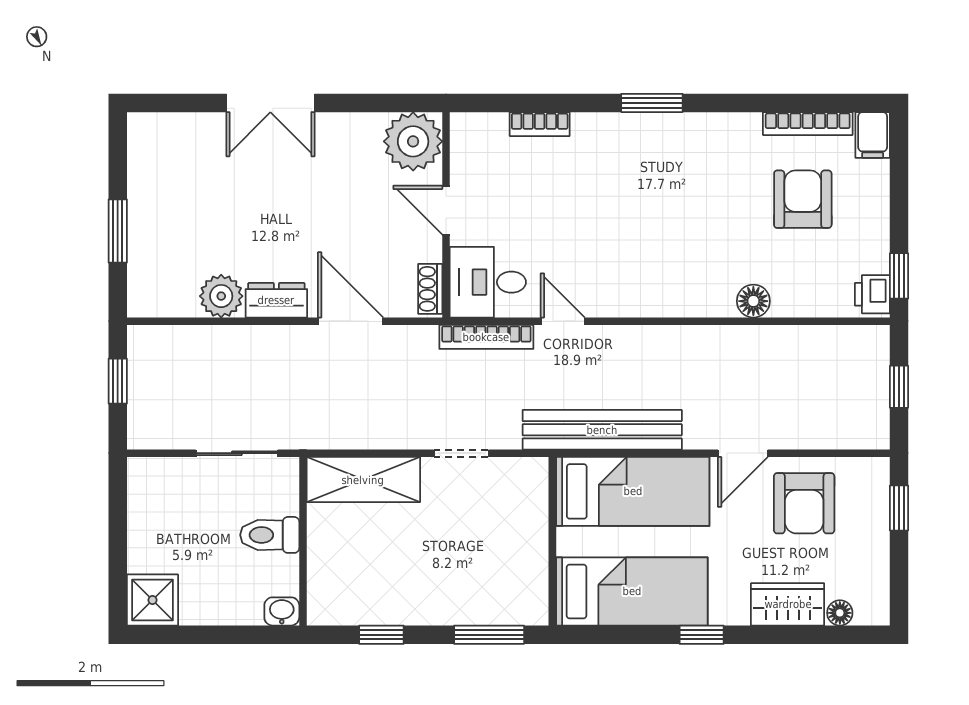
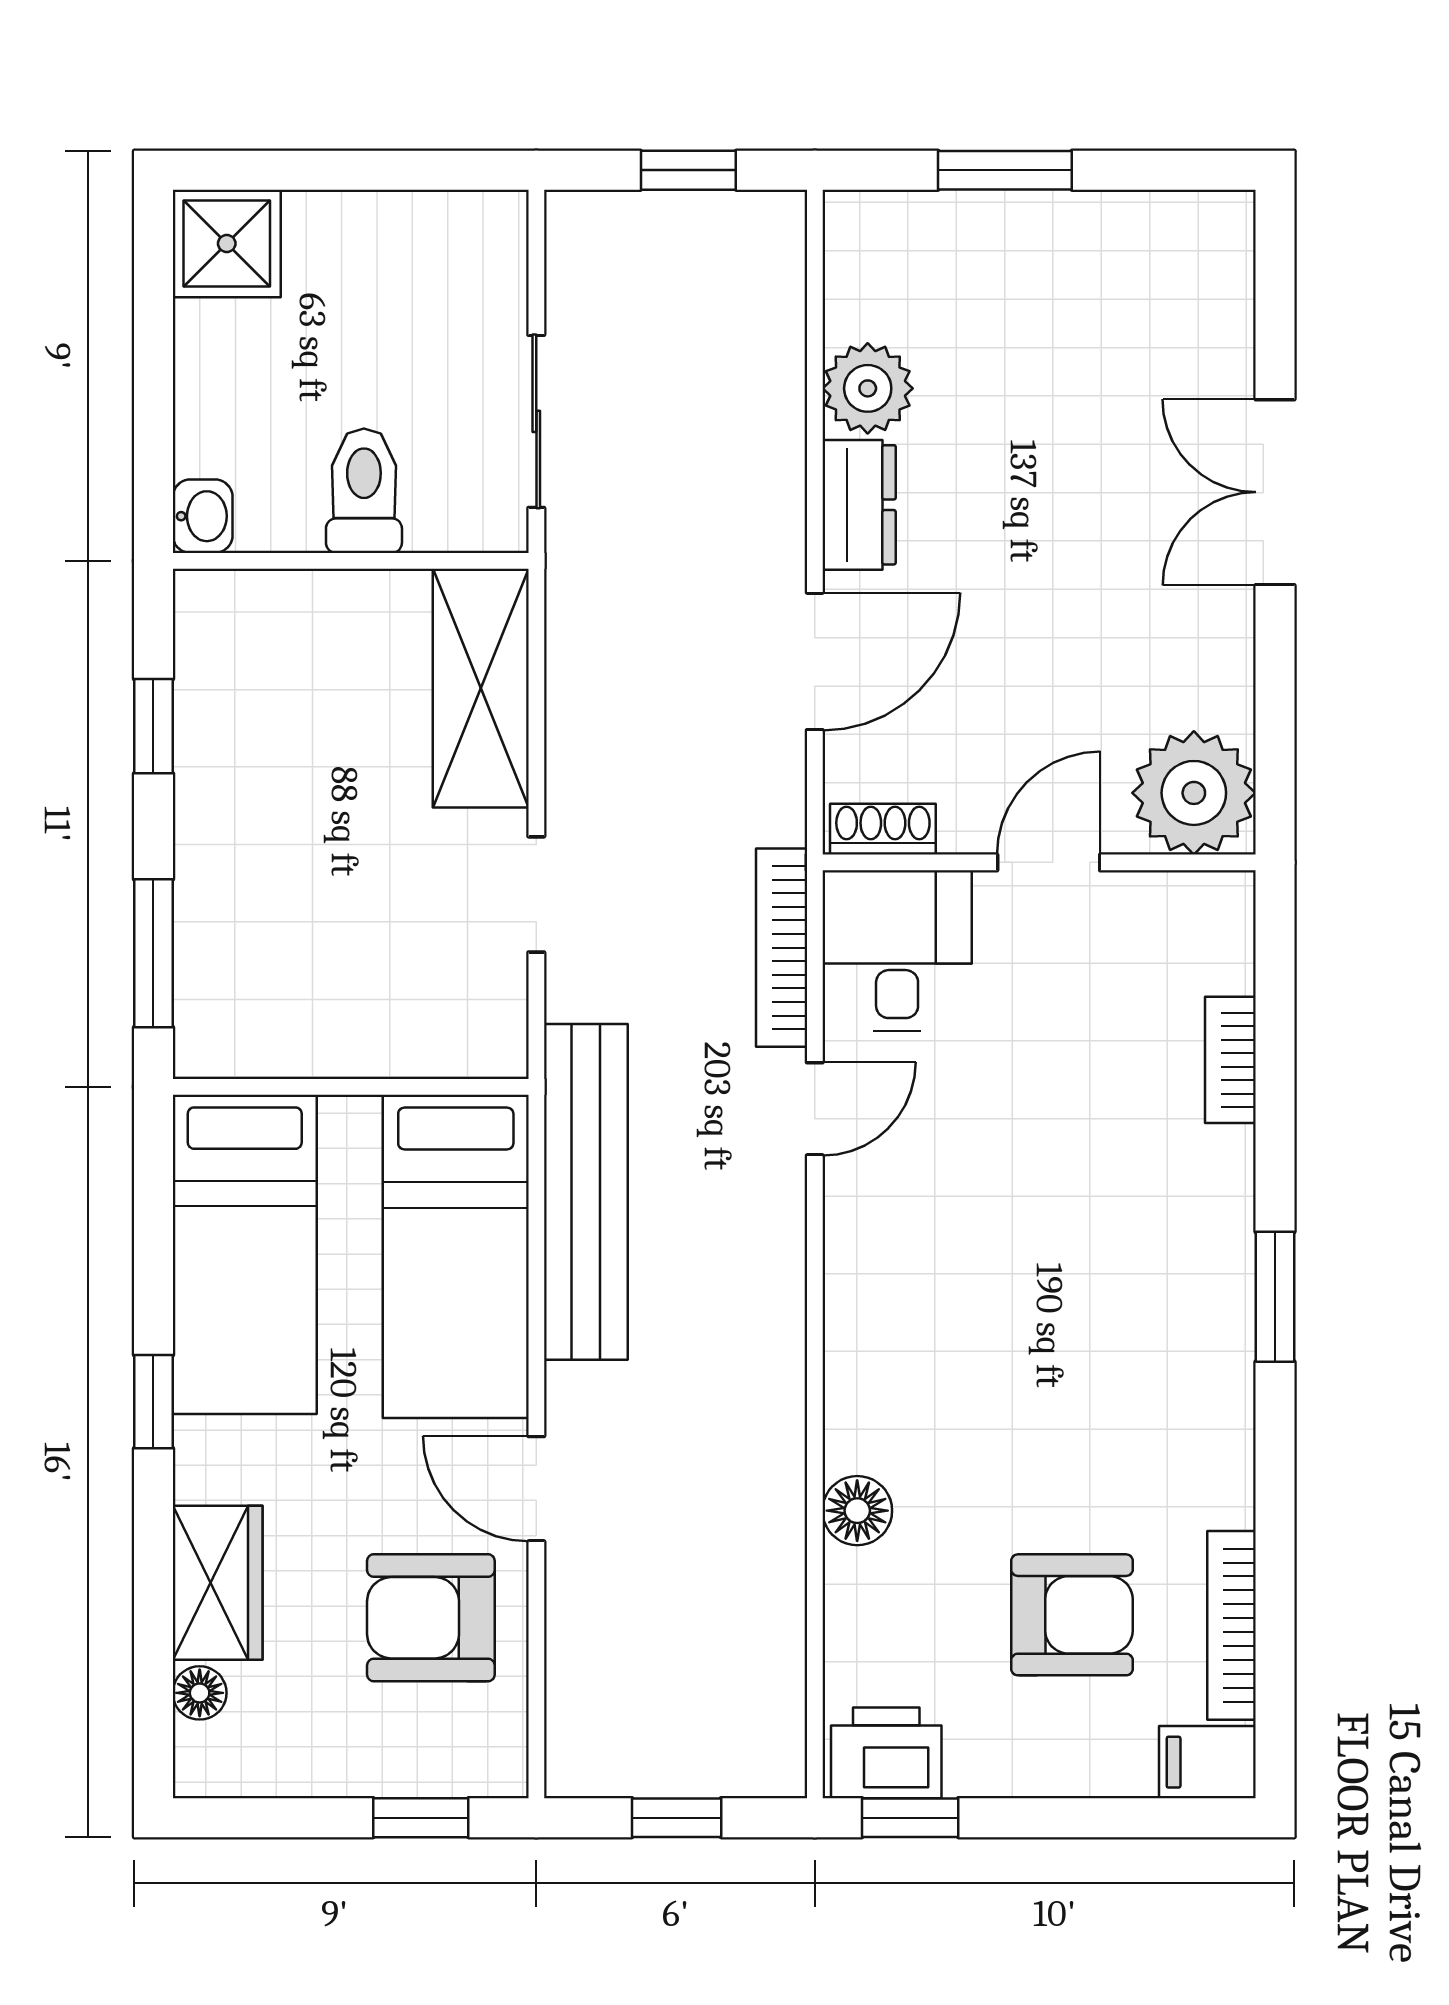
printer: (872, 294) -> (886, 1753), width x1.36, depth x1.24

